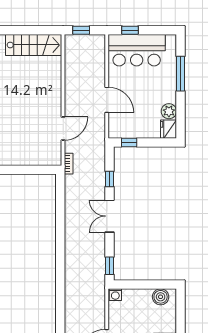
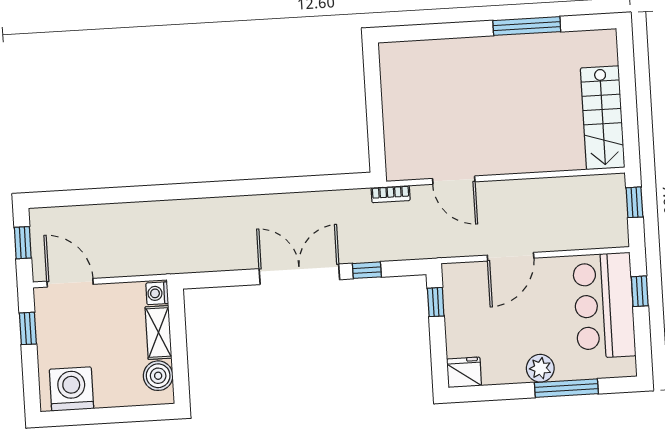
plant: (169, 111) -> (540, 368), moved
double door: (110, 216) -> (299, 274), width x1.37
window: (110, 266) -> (209, 280), removed
shelving: (137, 295) -> (158, 332), added

